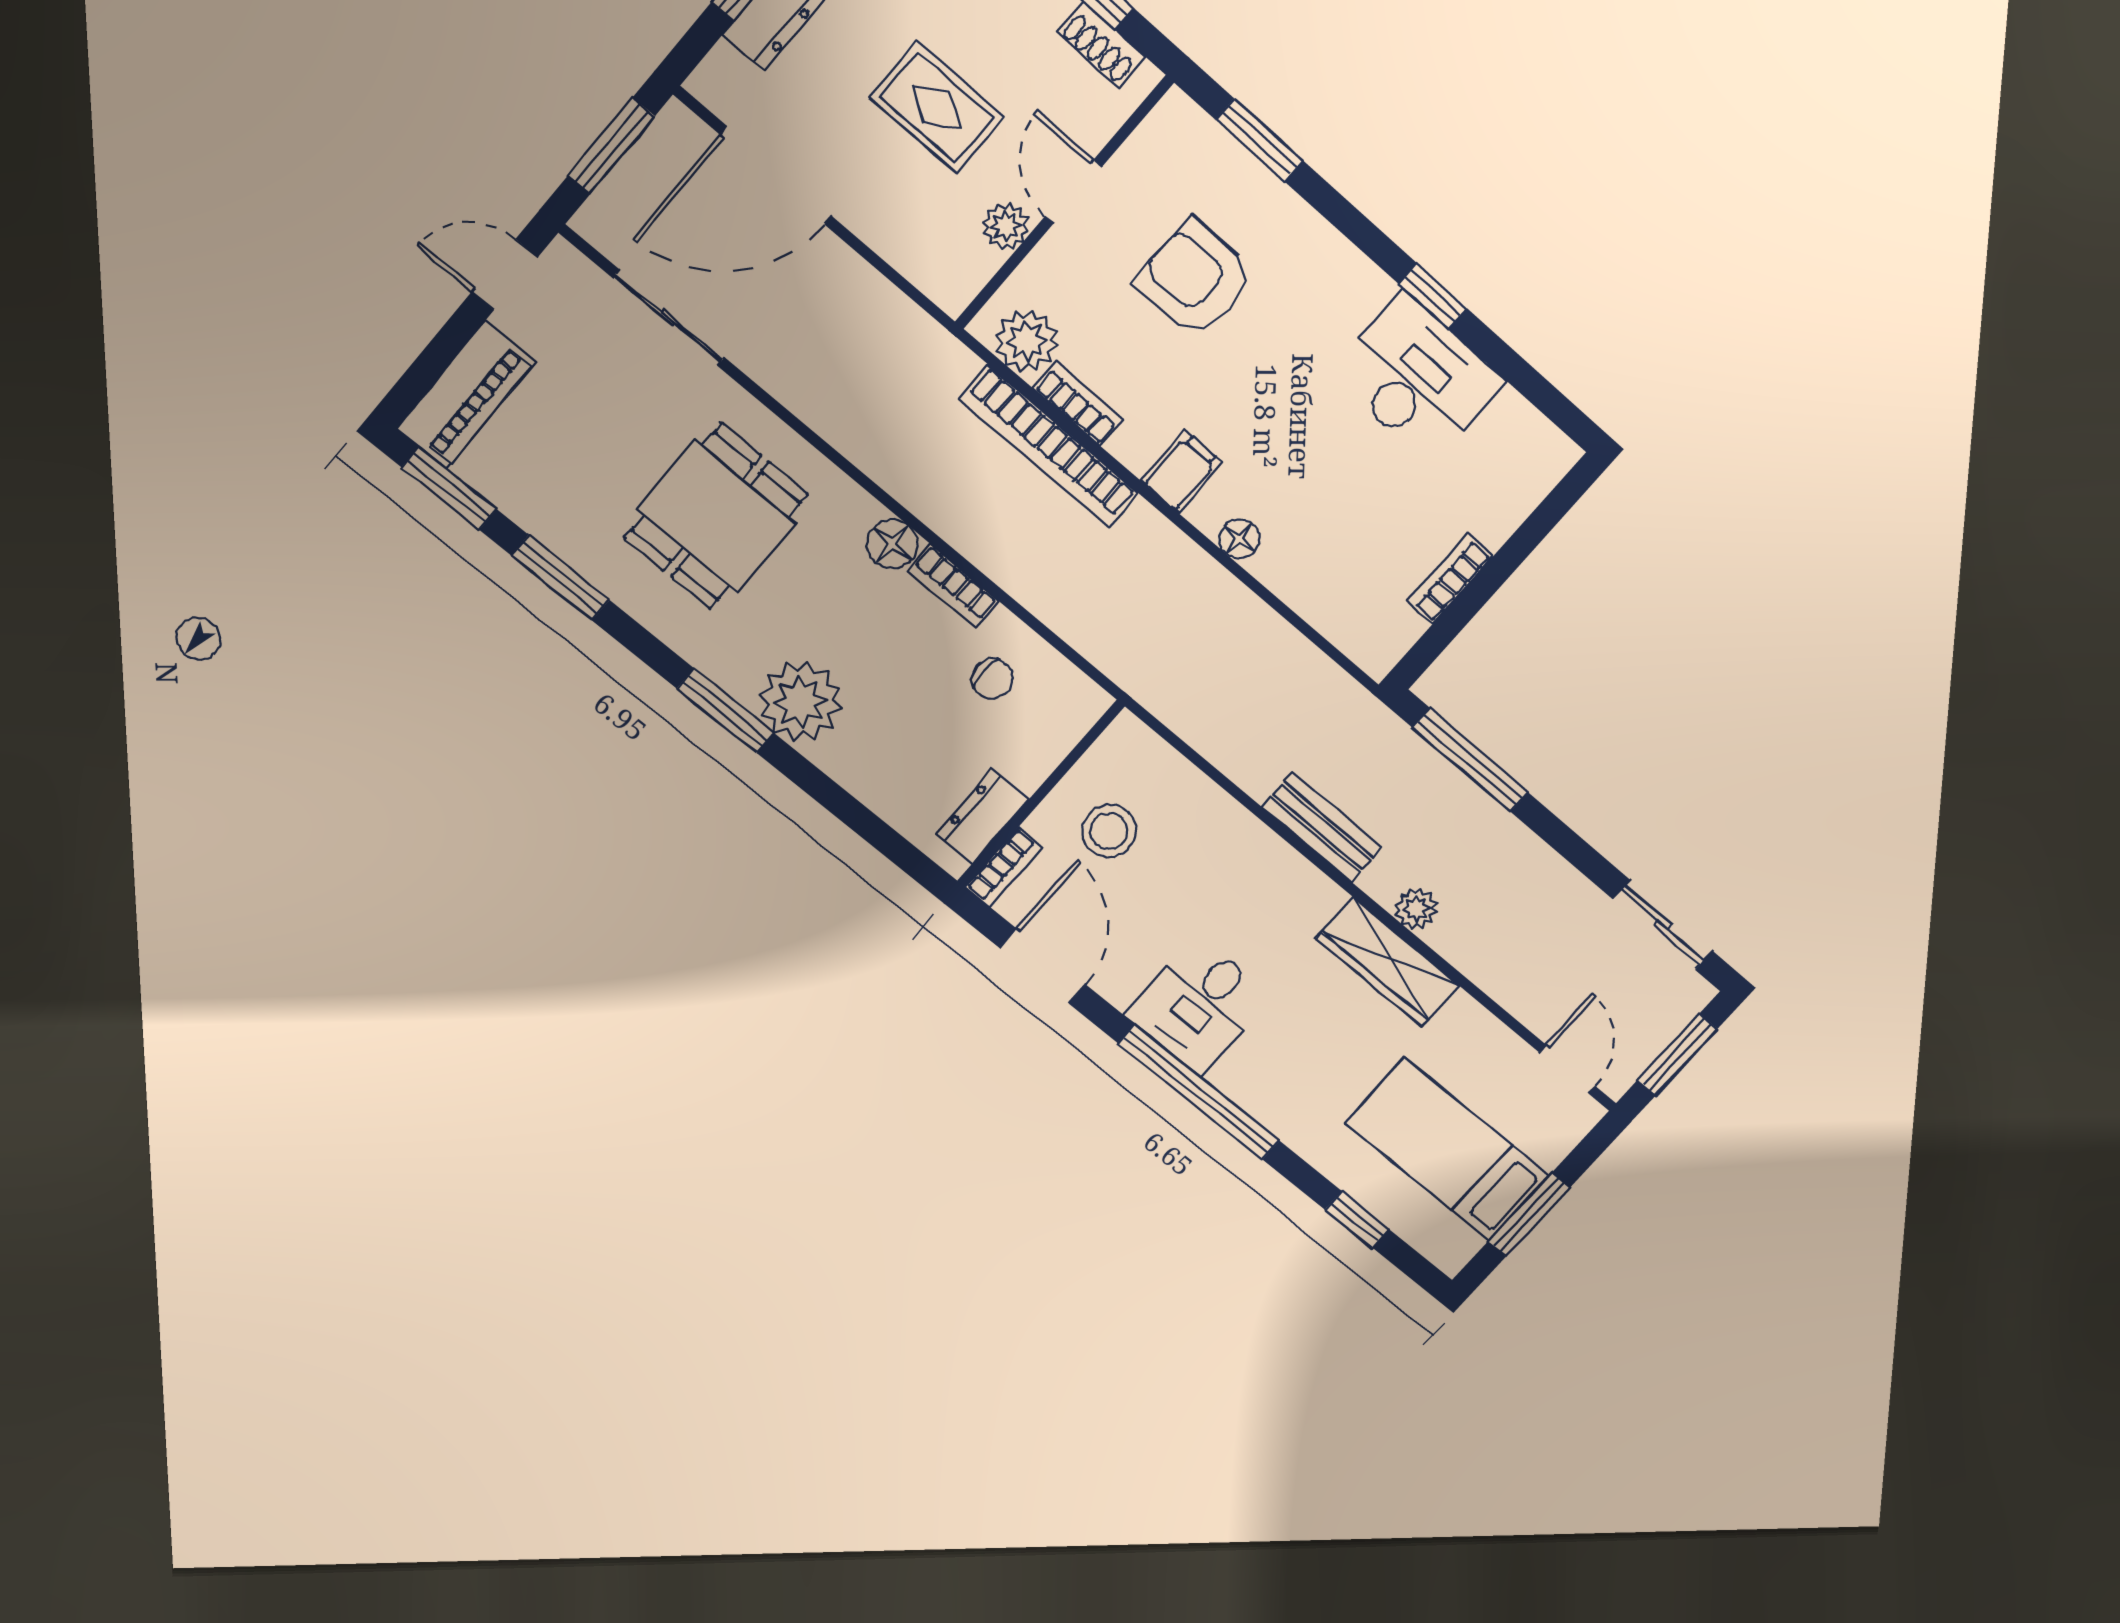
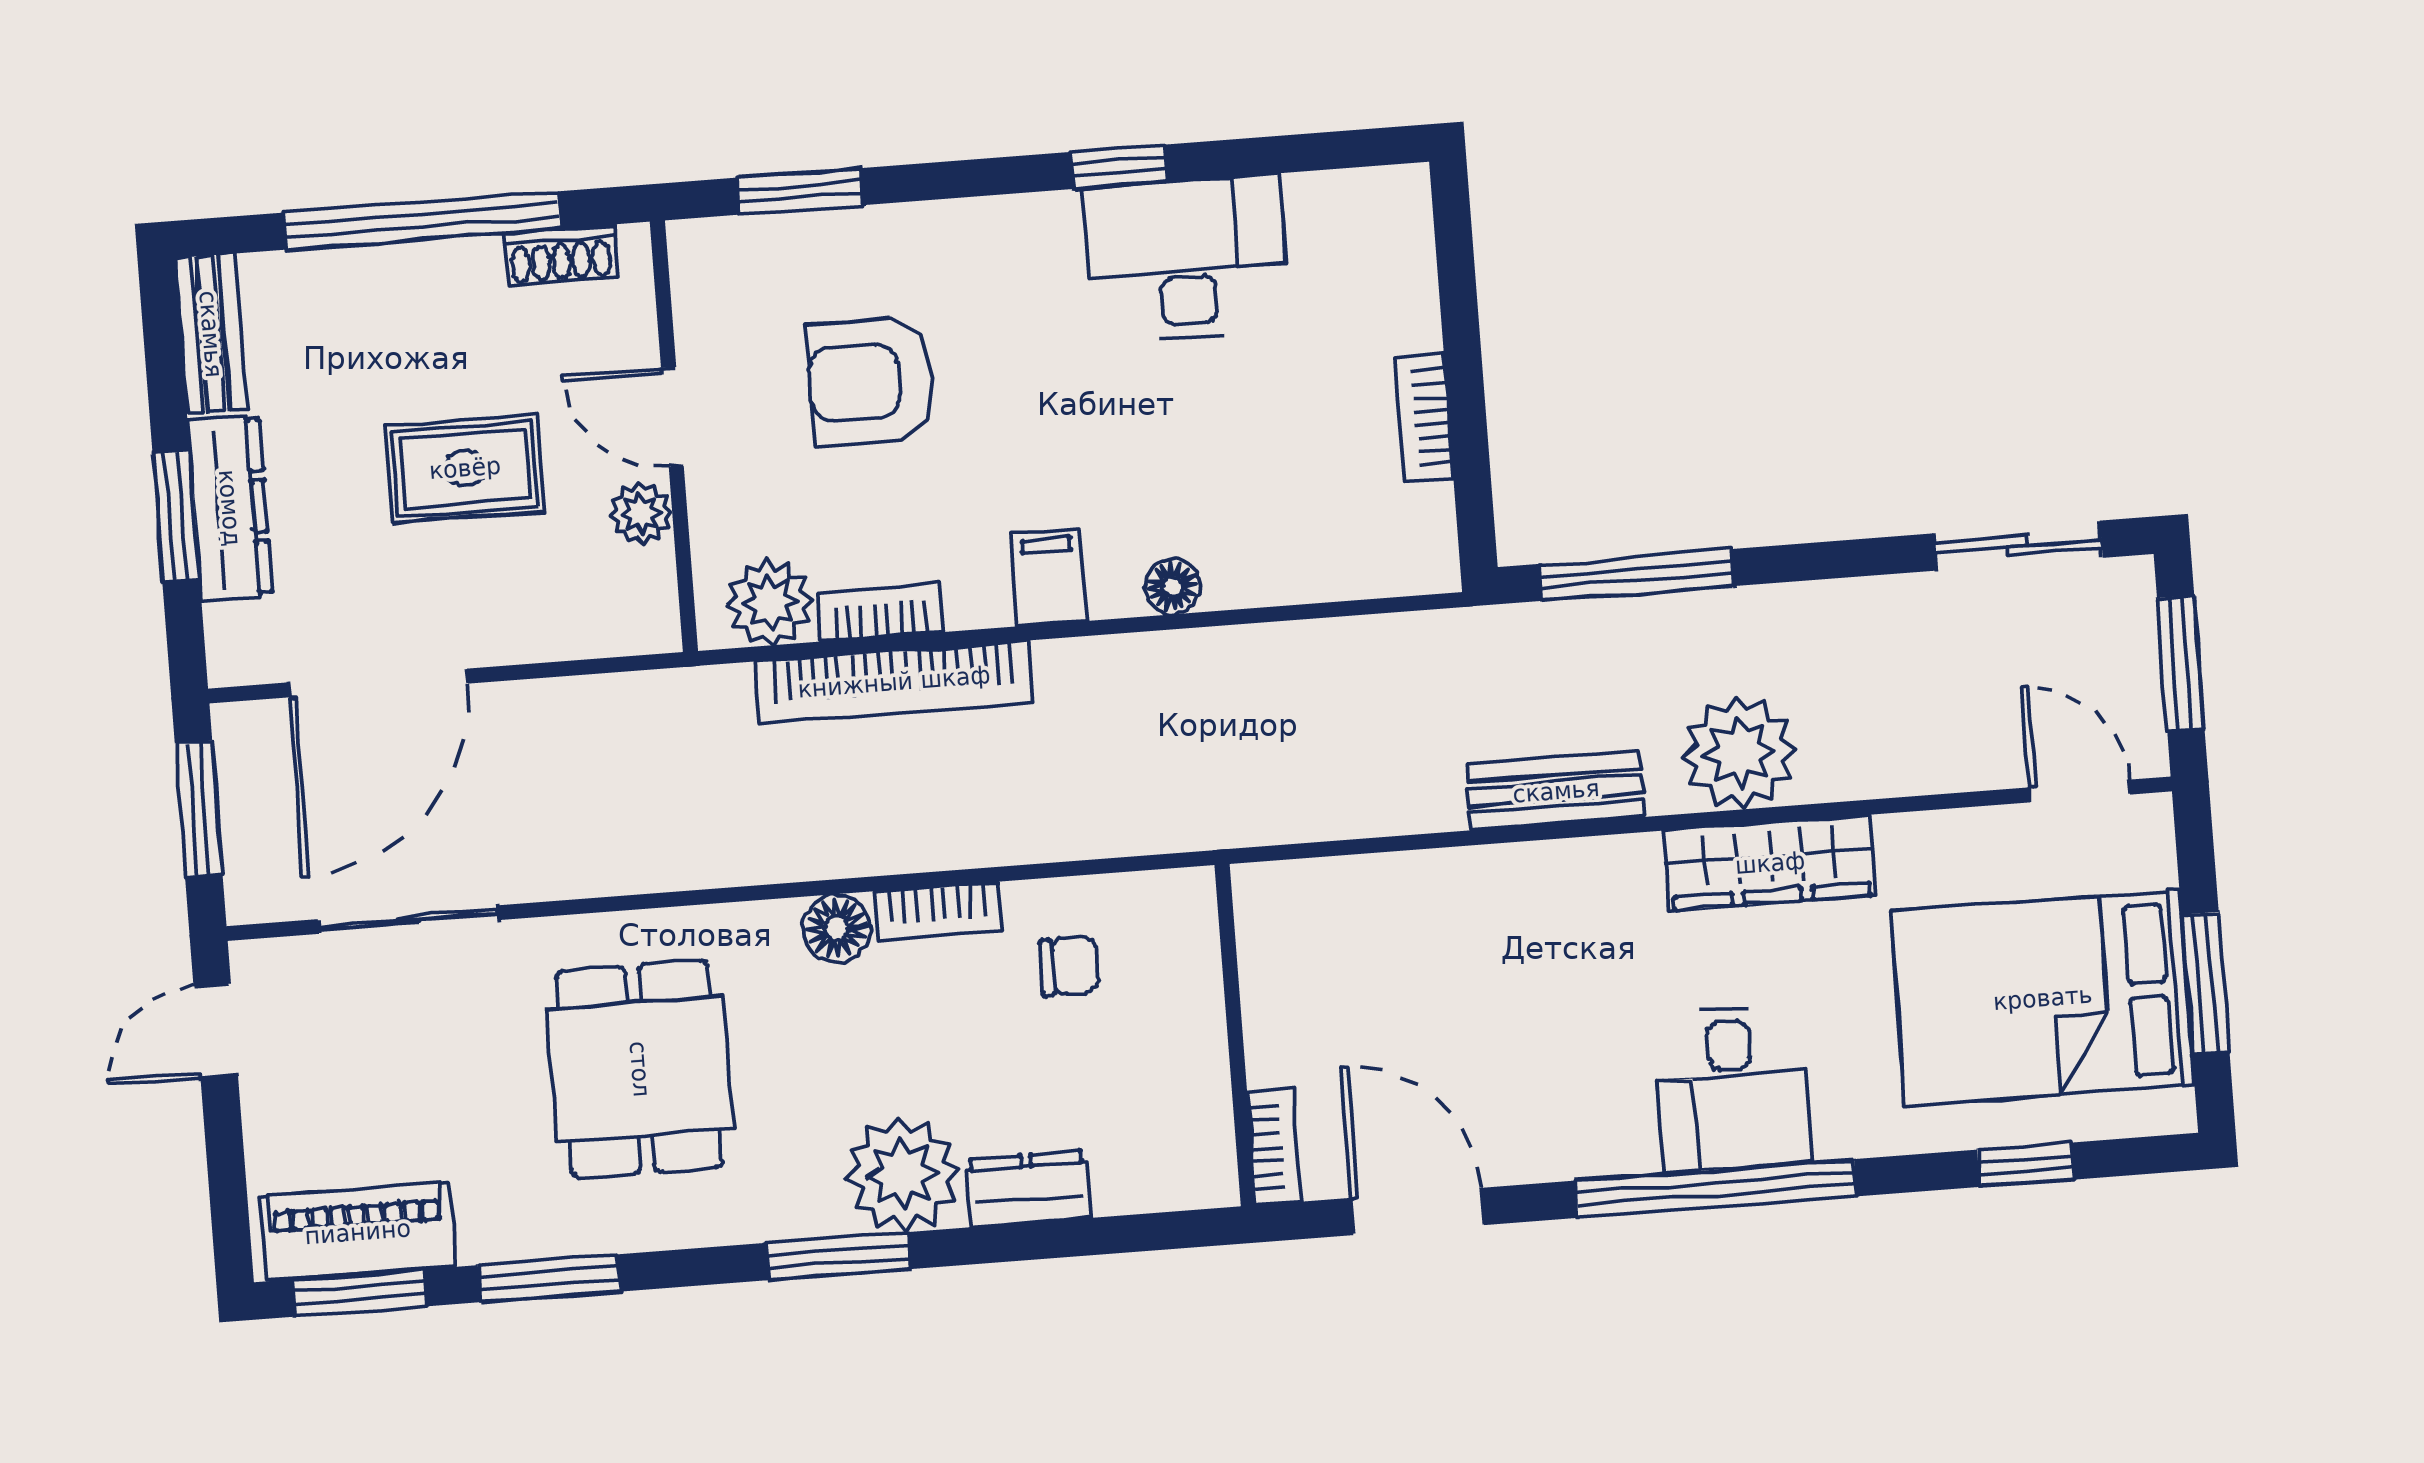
piano: (466, 395) -> (358, 1232), moved, turned -90
dresser: (982, 816) -> (1028, 1189), moved, turned 90
stool: (1109, 831) -> (1342, 1006), removed
plant: (1416, 909) -> (1739, 753), width x1.88, depth x1.88
desk: (1199, 1005) -> (1732, 1089), moved
bed: (1447, 1149) -> (2043, 998), width x1.50

